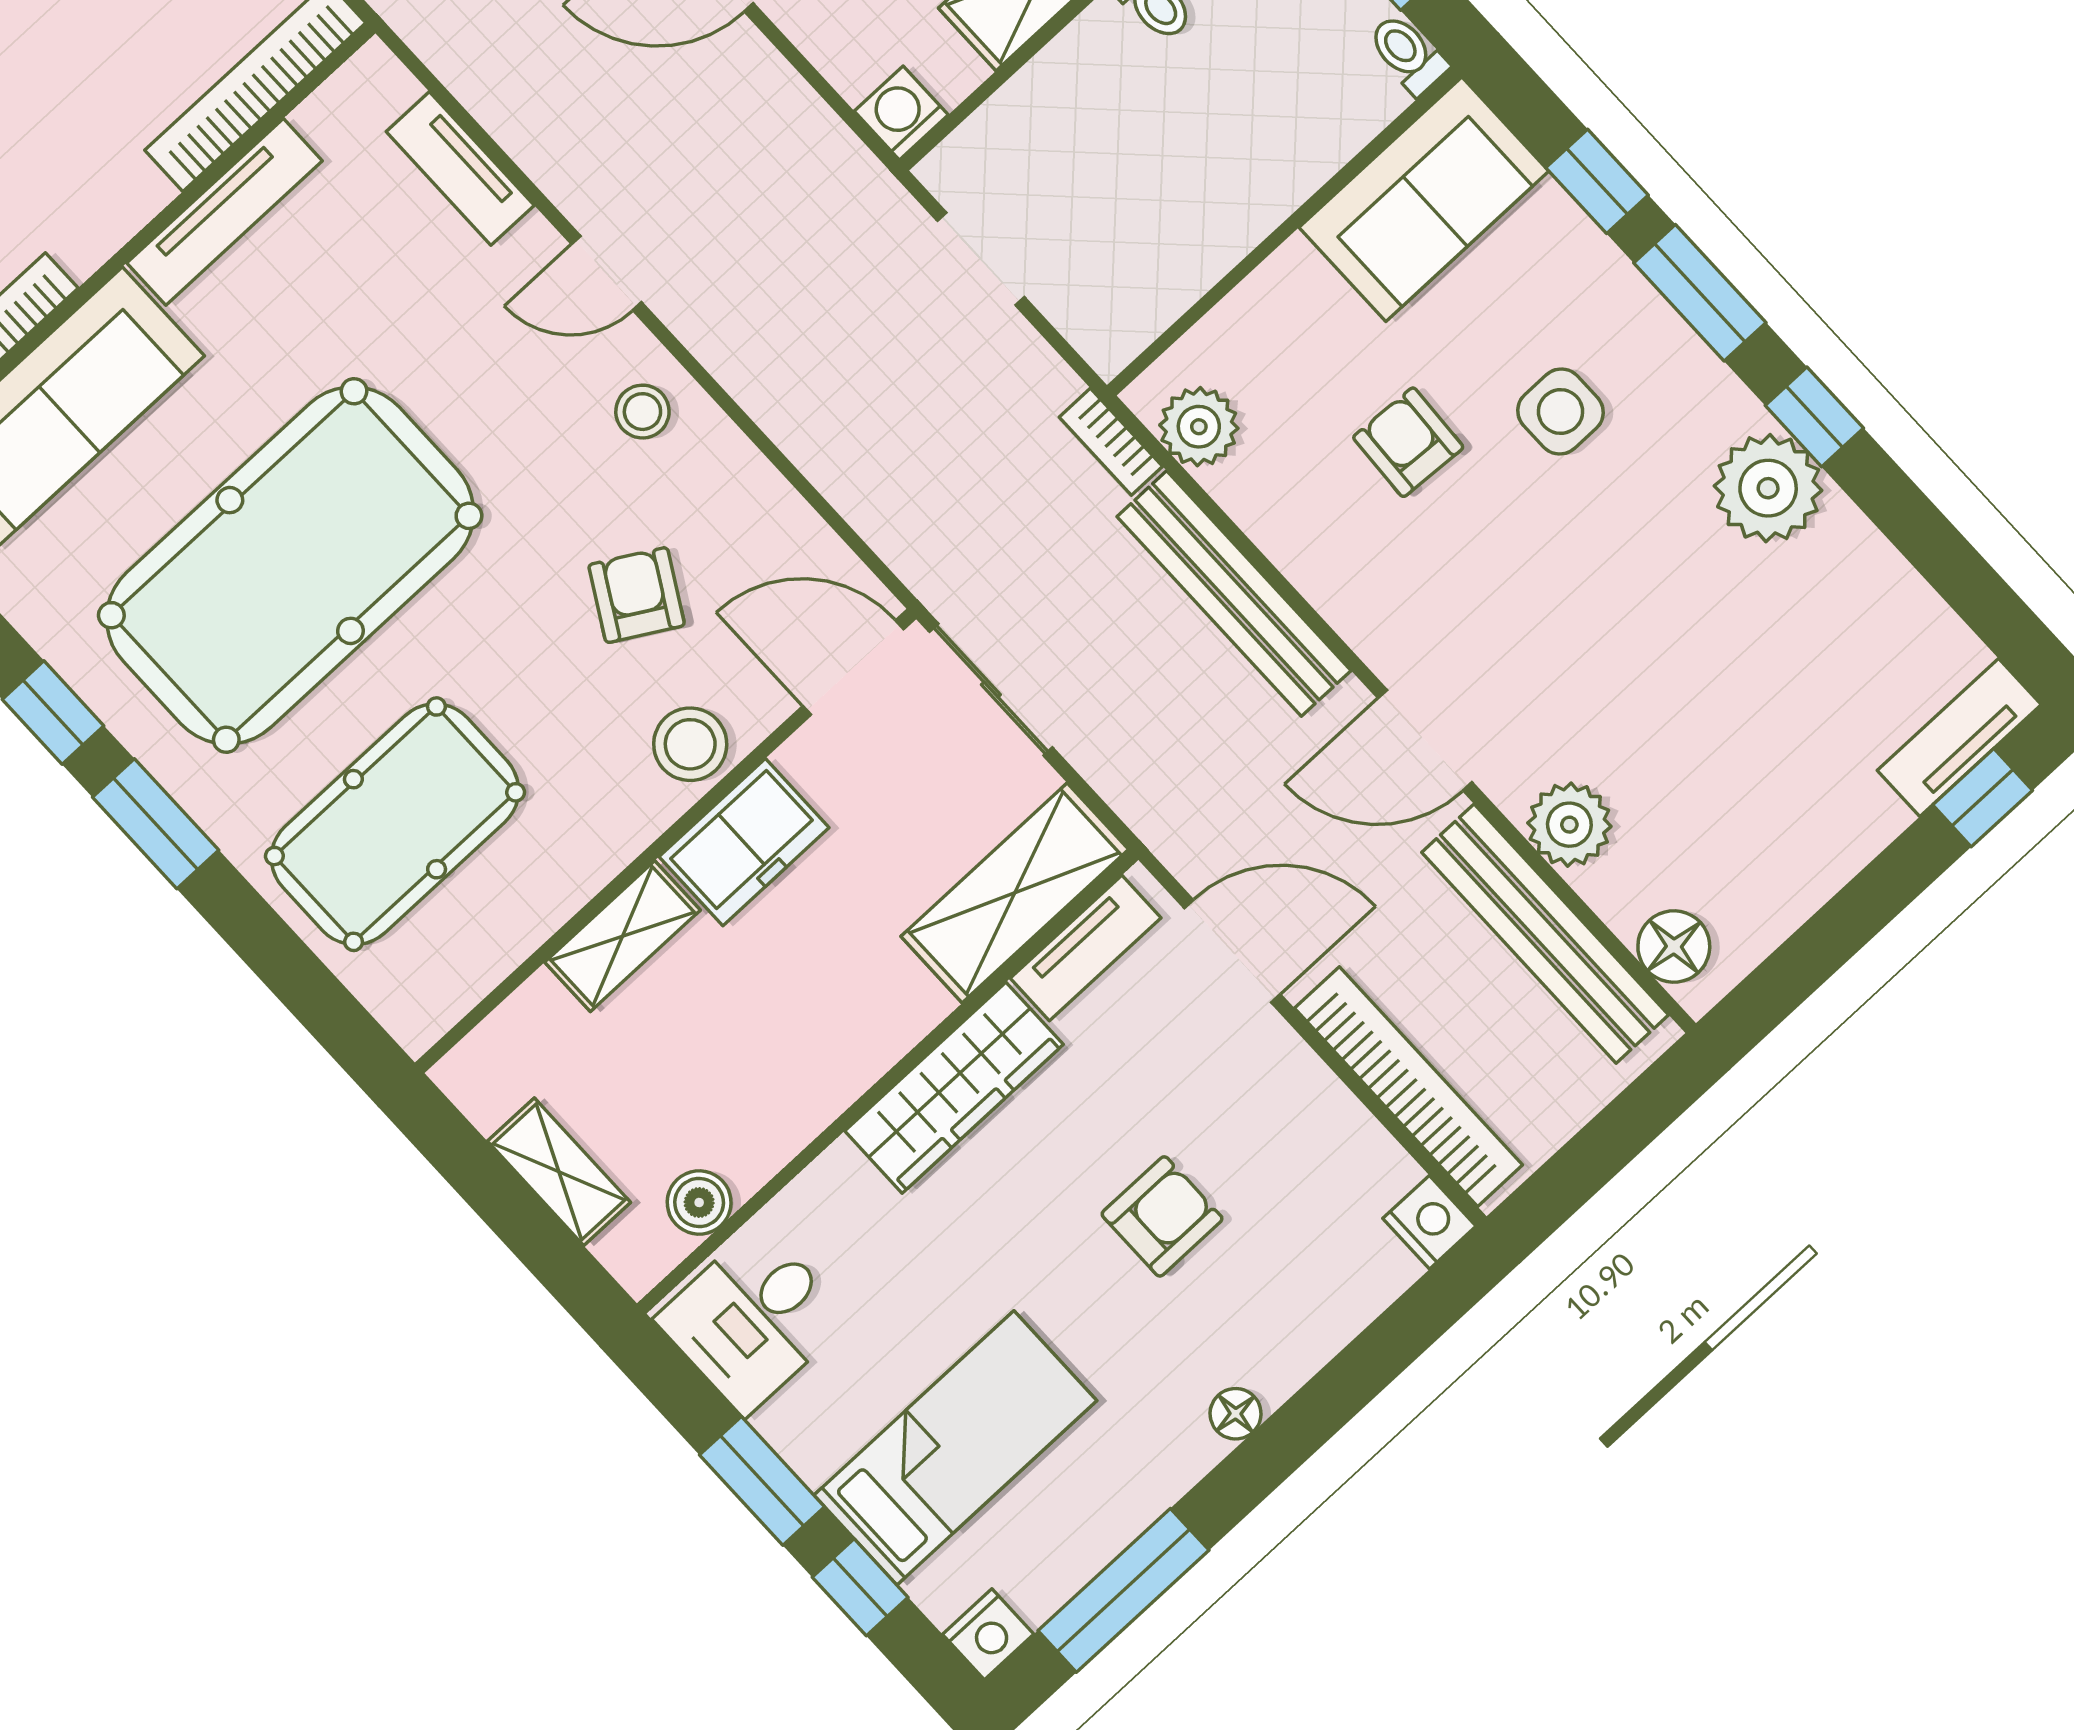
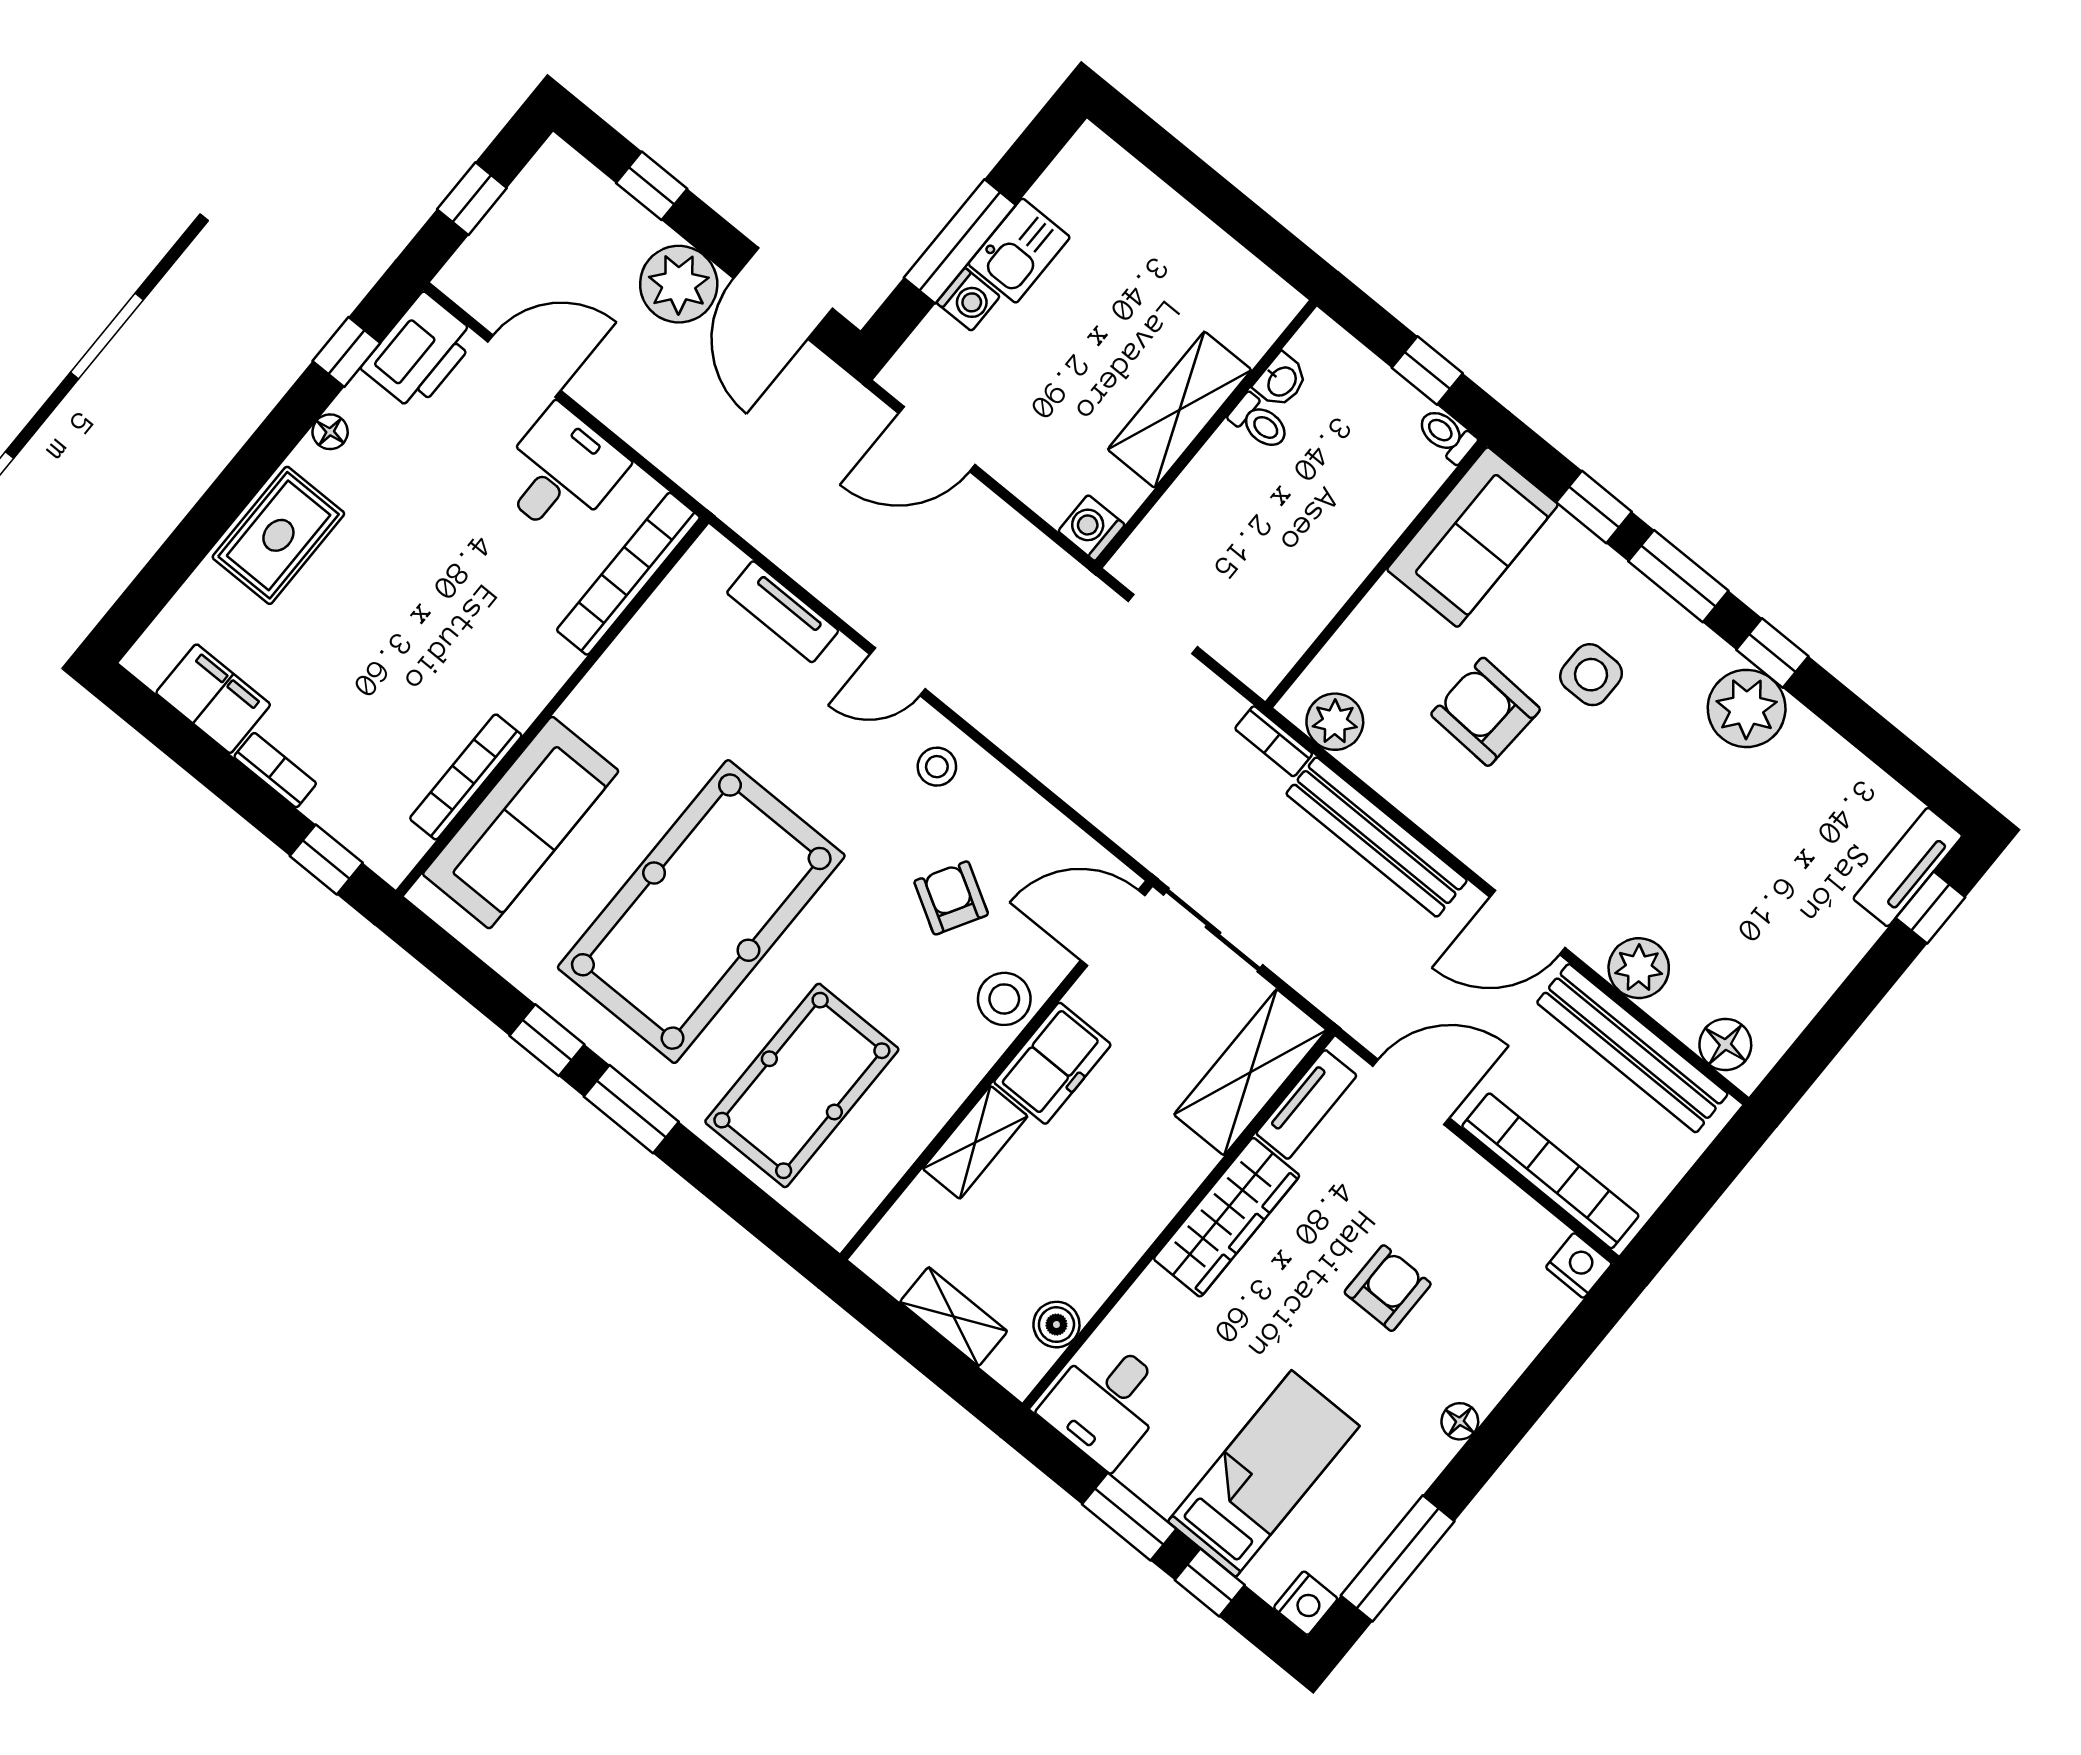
tv unit: (225, 212) -> (619, 666), removed
armchair: (1408, 442) -> (1486, 712), width x1.38, depth x1.38

